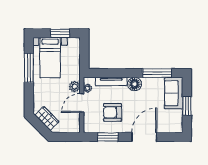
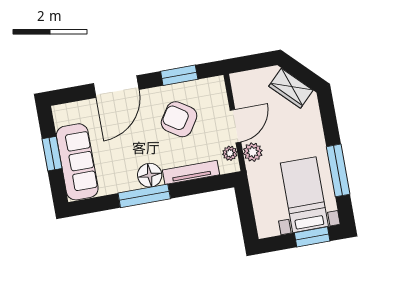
window: (60, 33) -> (312, 237), moved
window: (157, 73) -> (144, 196), moved
sofa: (174, 93) -> (77, 162), width x1.36
armchair: (112, 112) -> (179, 119), turned -147

